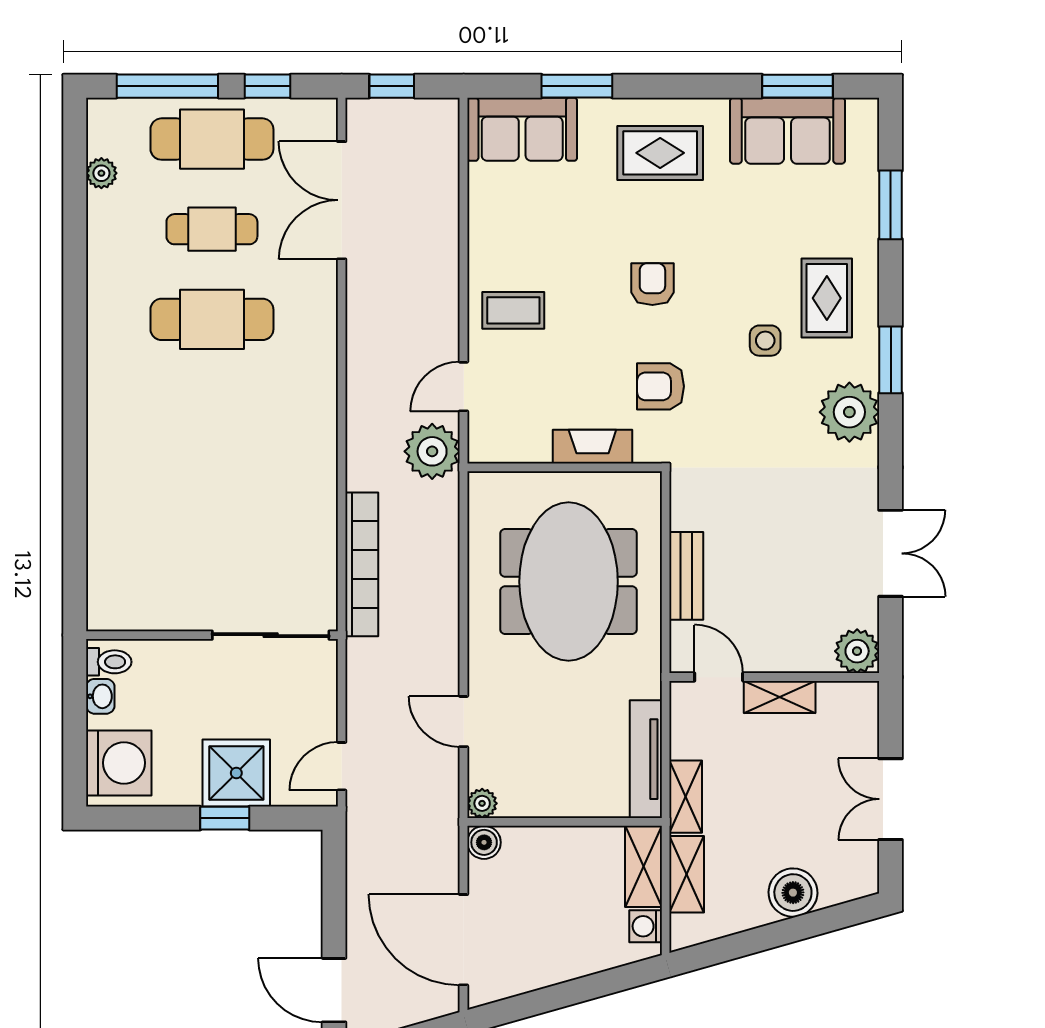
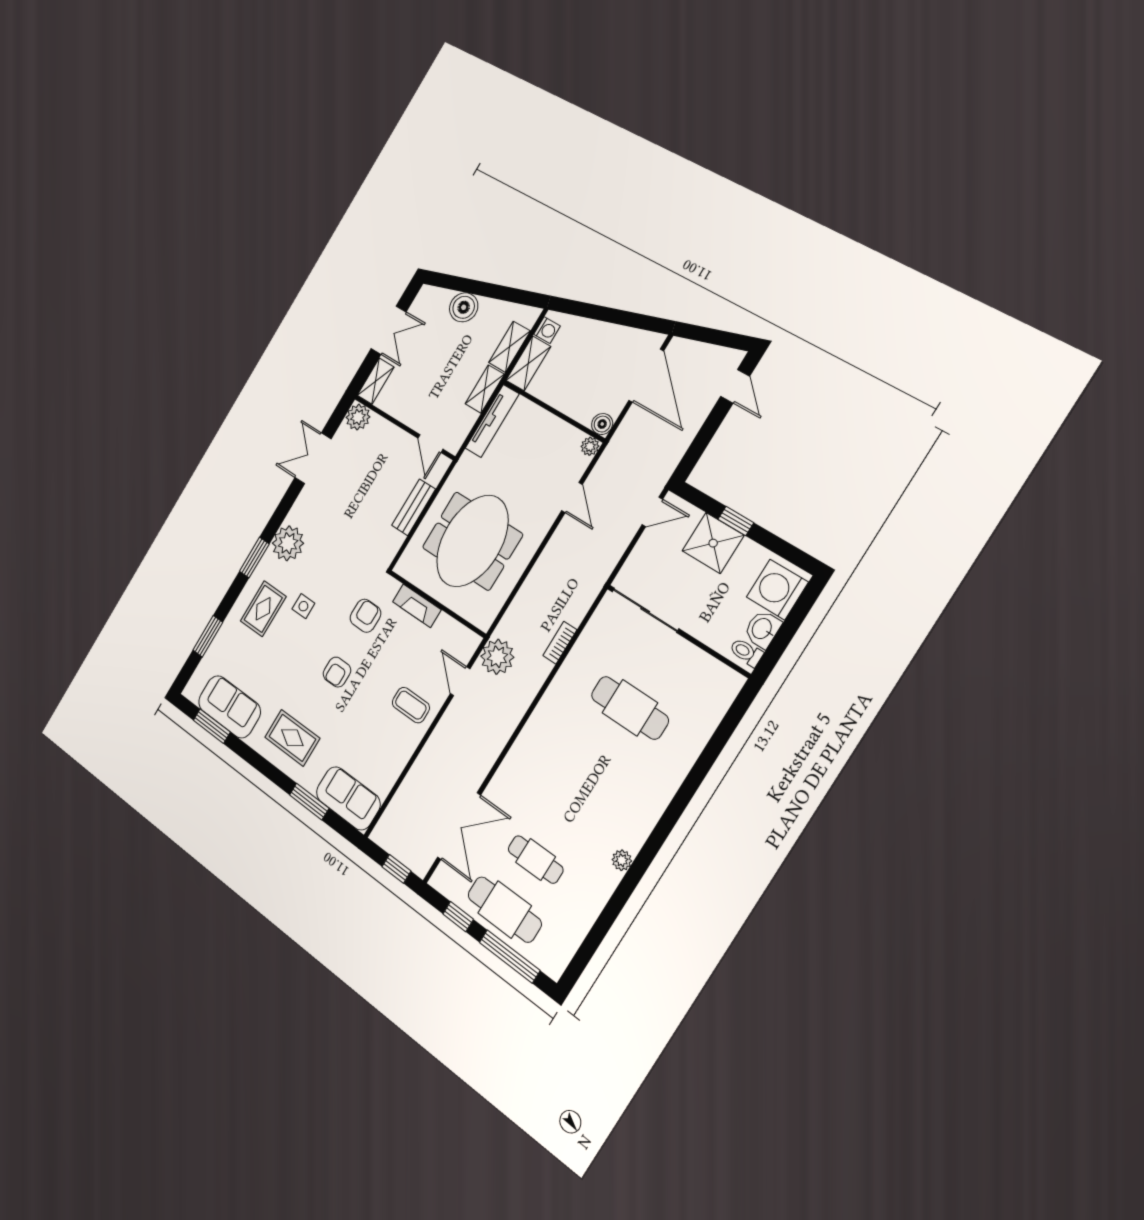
plant: (101, 173) -> (622, 860), moved
cafe table: (212, 319) -> (630, 708), moved
armchair: (661, 386) -> (365, 616), turned -90
door: (464, 387) -> (460, 681), swing flipped
bookcase: (362, 564) -> (560, 643), width x0.43, depth x0.76
washbasin: (100, 696) -> (762, 629), width x1.38, depth x1.45
shelving: (780, 697) -> (376, 381), moved, turned 90
door: (334, 990) -> (735, 386), width x0.73

